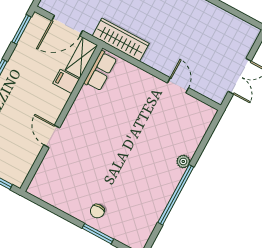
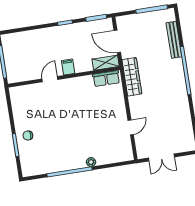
filing cabinet: (66, 81) -> (68, 67), moved

